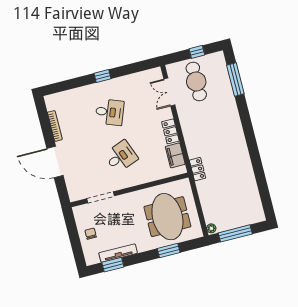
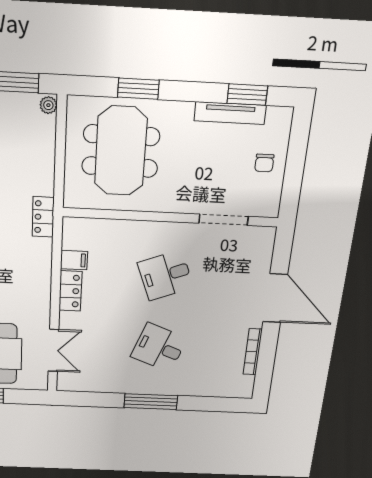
window: (102, 76) -> (151, 402), width x2.17
filing cabinet: (175, 155) -> (74, 260), width x0.50

